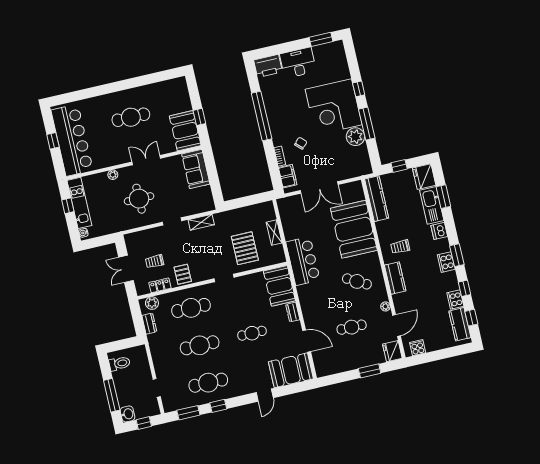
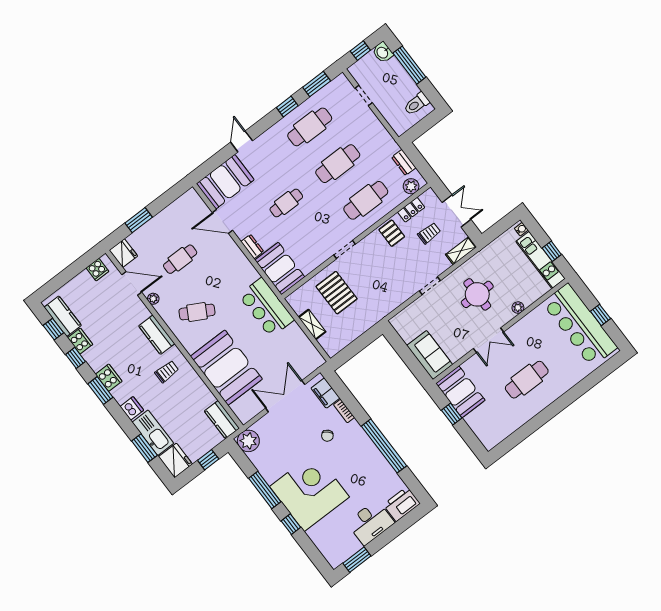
plant: (355, 137) -> (248, 441), moved
kitchen counter: (377, 199) -> (222, 420), width x0.67
shelving: (201, 222) -> (461, 251), moved
door: (396, 325) -> (132, 283), swing flipped

